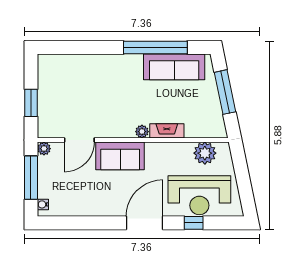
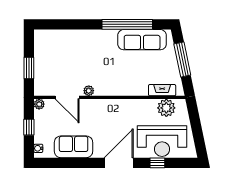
fireplace: (167, 131) -> (162, 90), moved
plant: (142, 132) -> (89, 91), moved
door: (79, 140) -> (67, 97), hinge flipped
sofa: (120, 156) -> (74, 147), moved, turned 180
window: (31, 178) -> (29, 127), width x0.46

